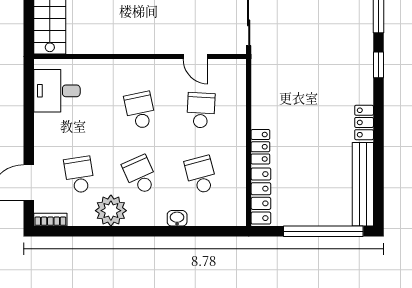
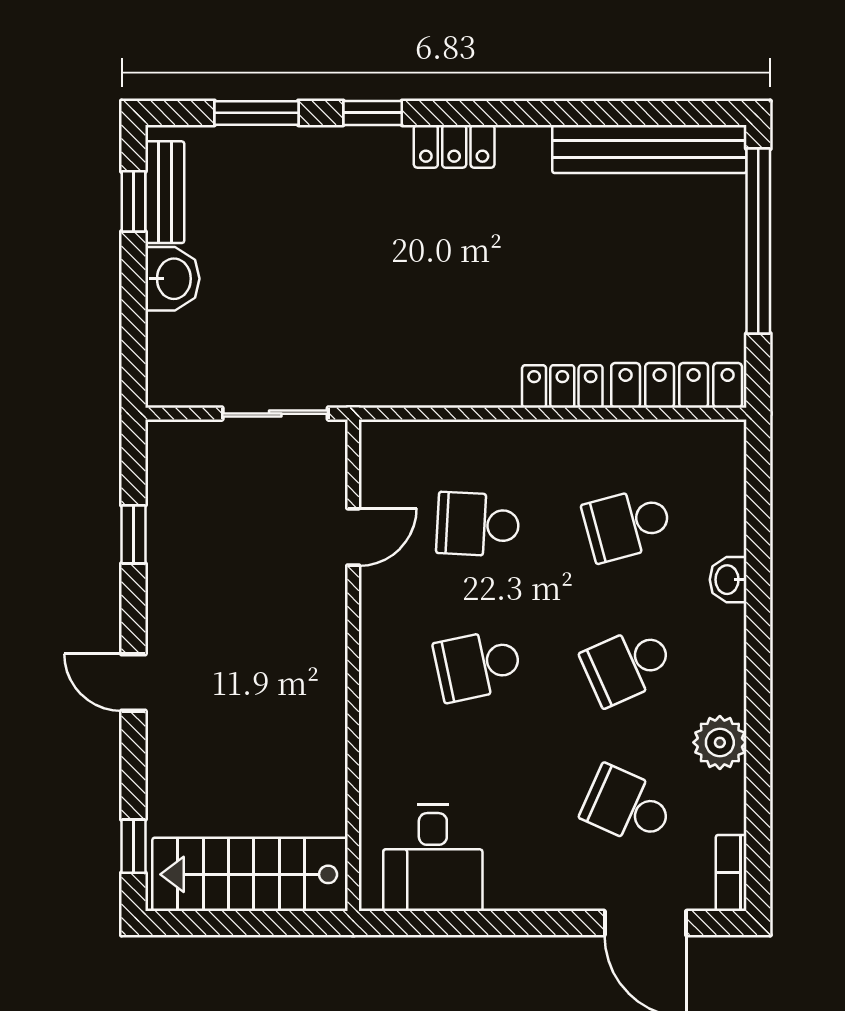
locker: (364, 122) -> (454, 146), moved
school desk: (79, 175) -> (627, 806), turned 33
plant: (111, 211) -> (720, 742), width x0.73, depth x0.73

